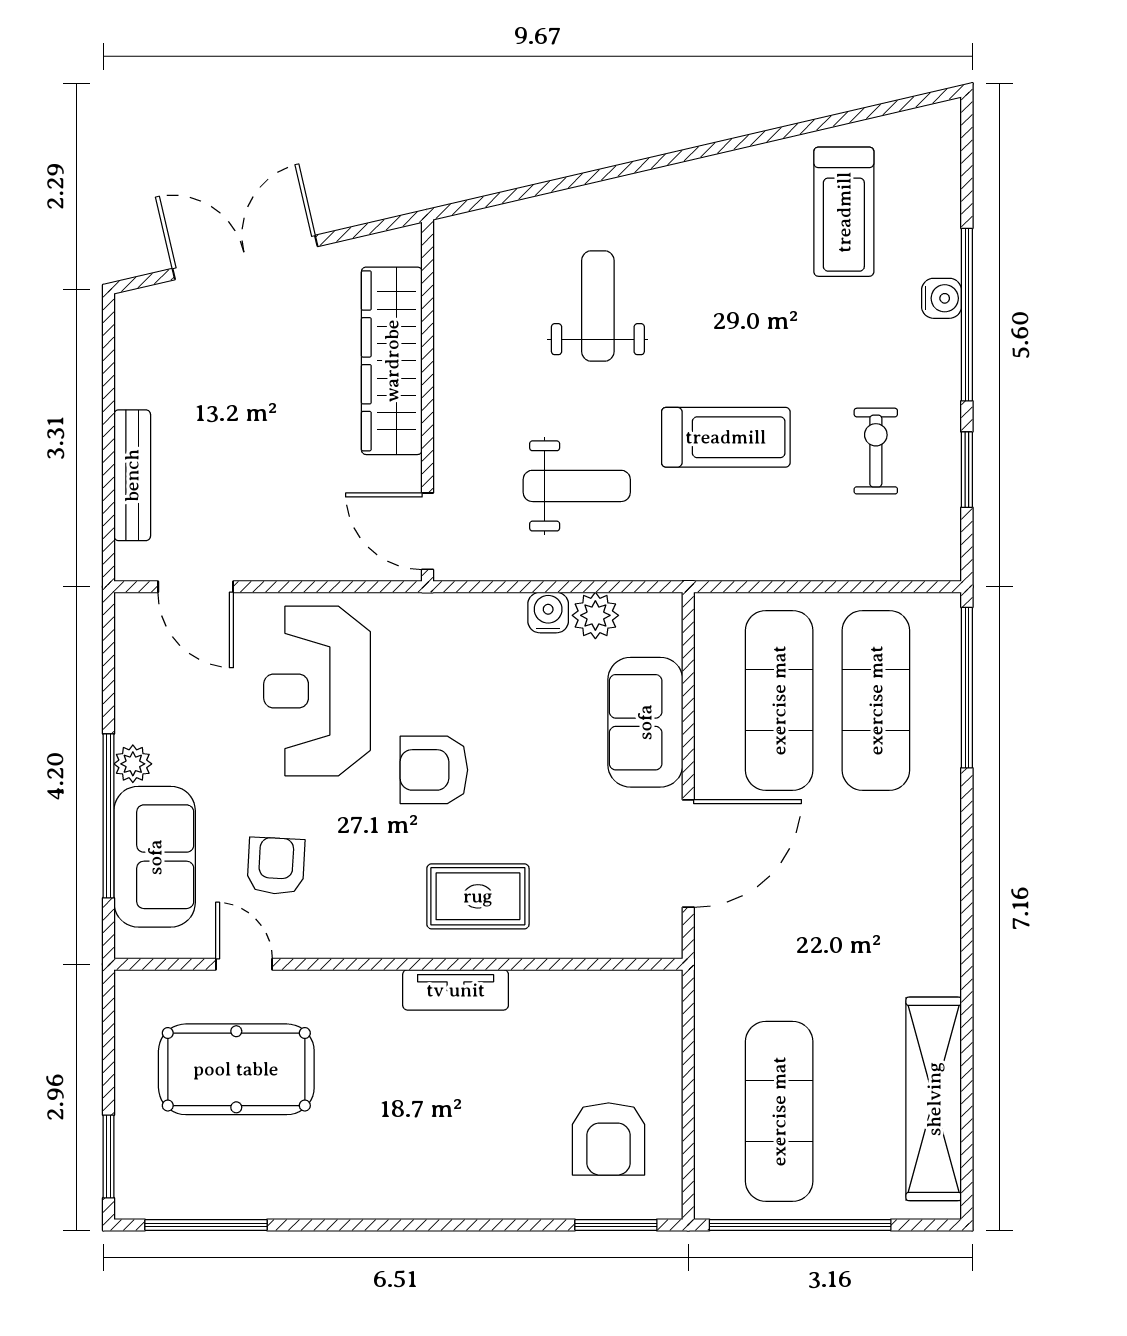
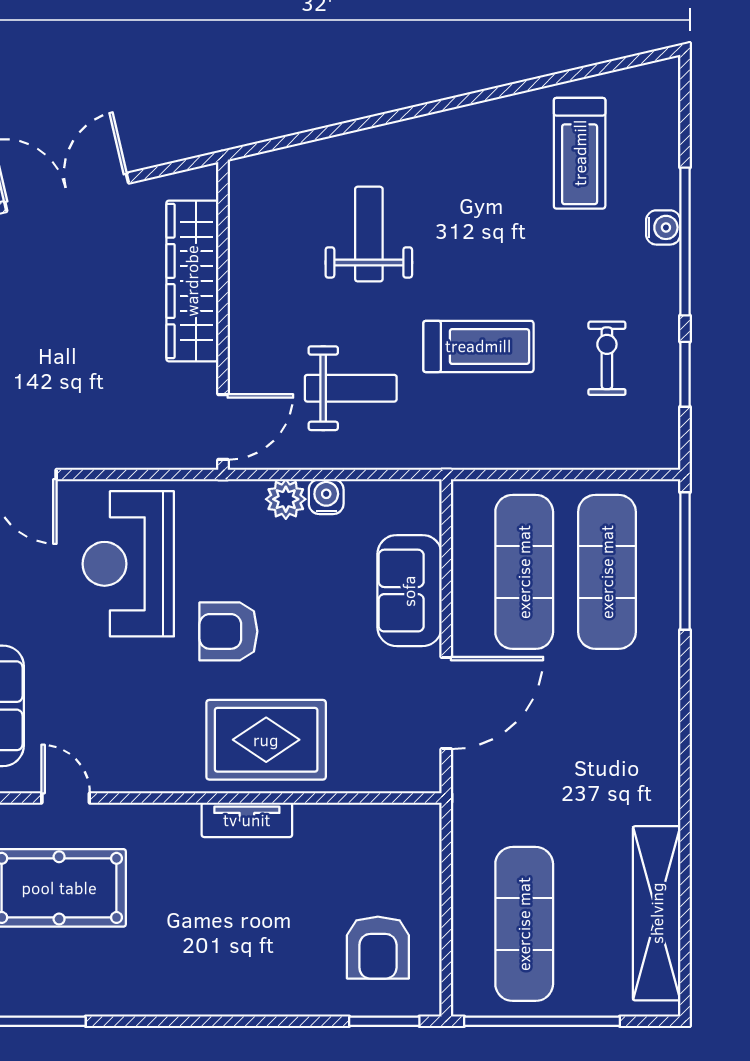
door: (428, 531) -> (223, 427), swing flipped
plant: (595, 615) -> (286, 499), moved
armchair: (276, 866) -> (93, 714), removed
rug: (478, 896) -> (266, 740), width x1.36, depth x1.43

